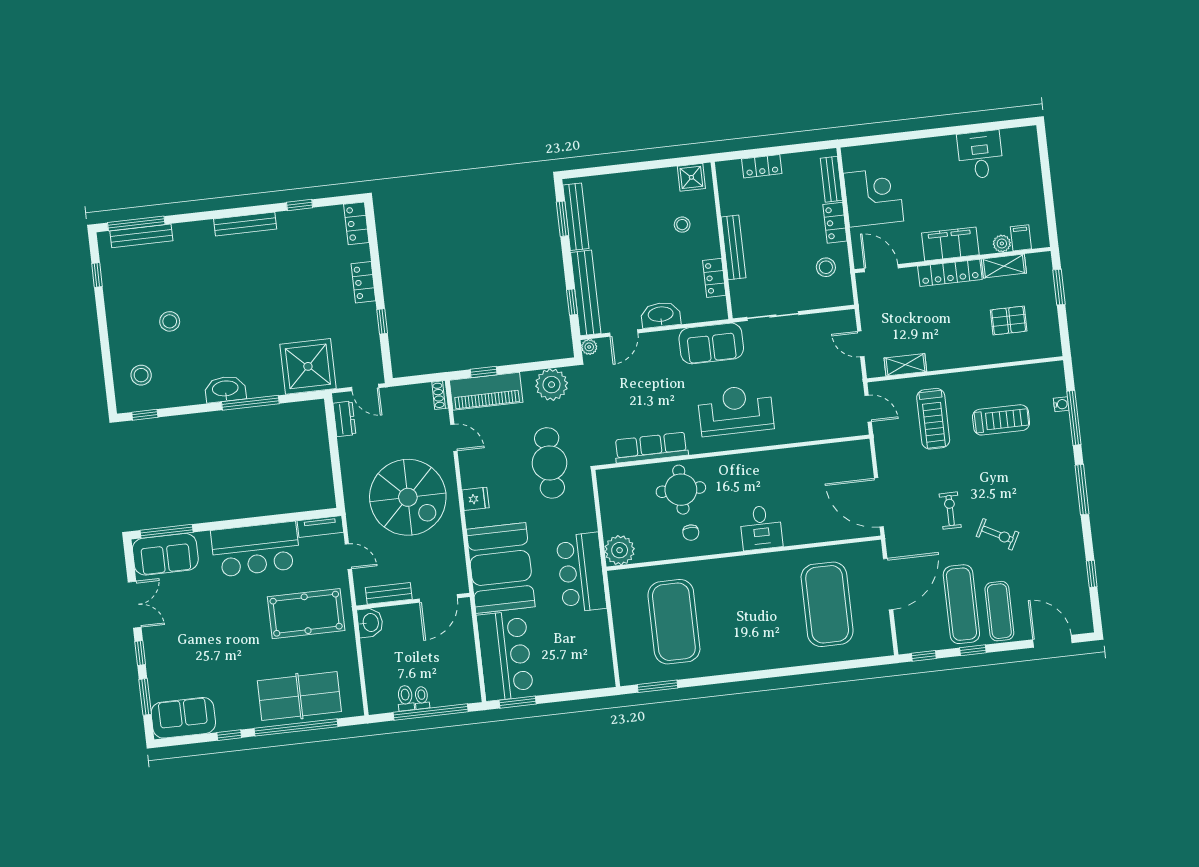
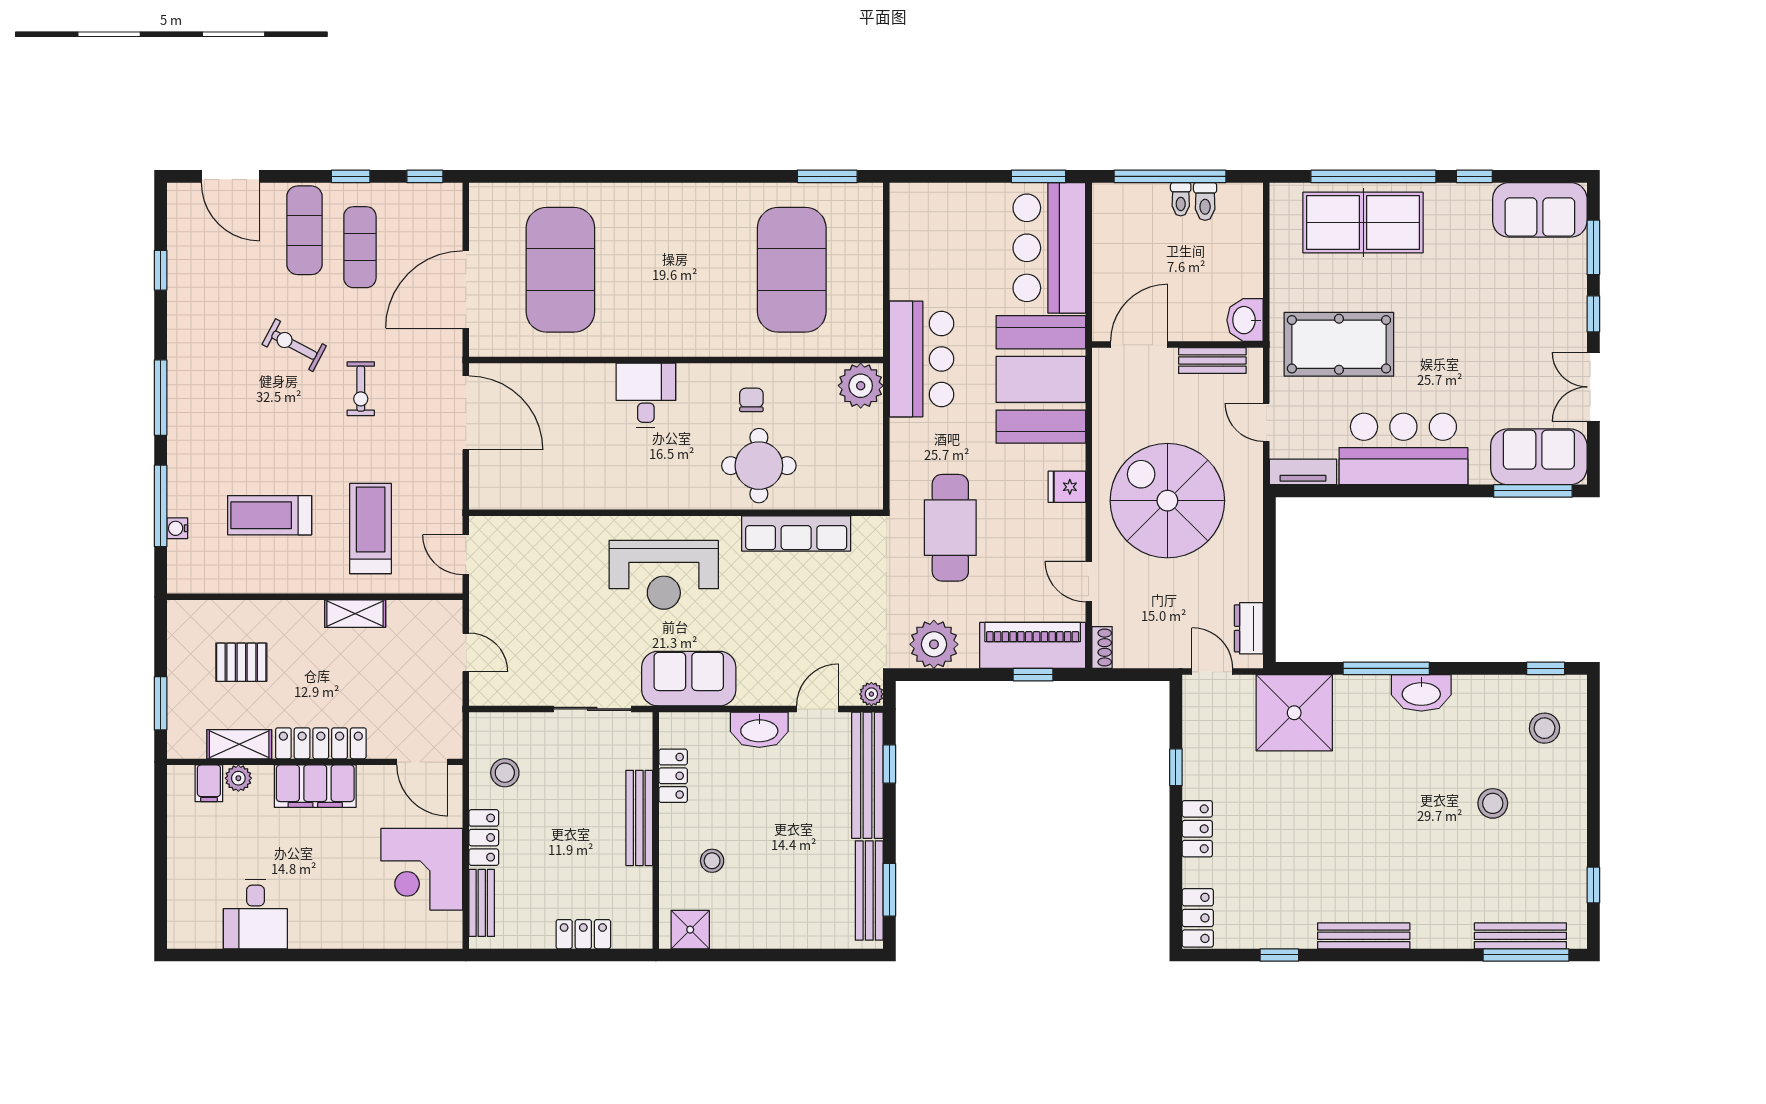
shelving: (905, 365) -> (355, 614), moved
exercise mat: (961, 604) -> (360, 247), width x0.73, depth x0.69

